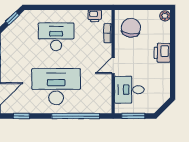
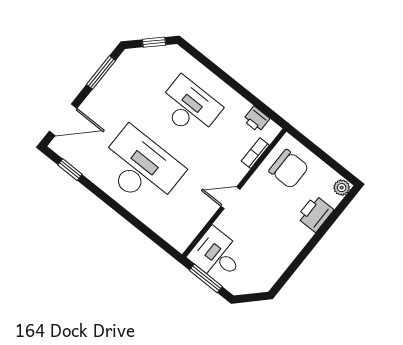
chair: (131, 28) -> (289, 169), turned 83
printer: (162, 53) -> (315, 214), moved
desk: (129, 90) -> (217, 255), moved
window: (76, 116) -> (136, 222), removed

